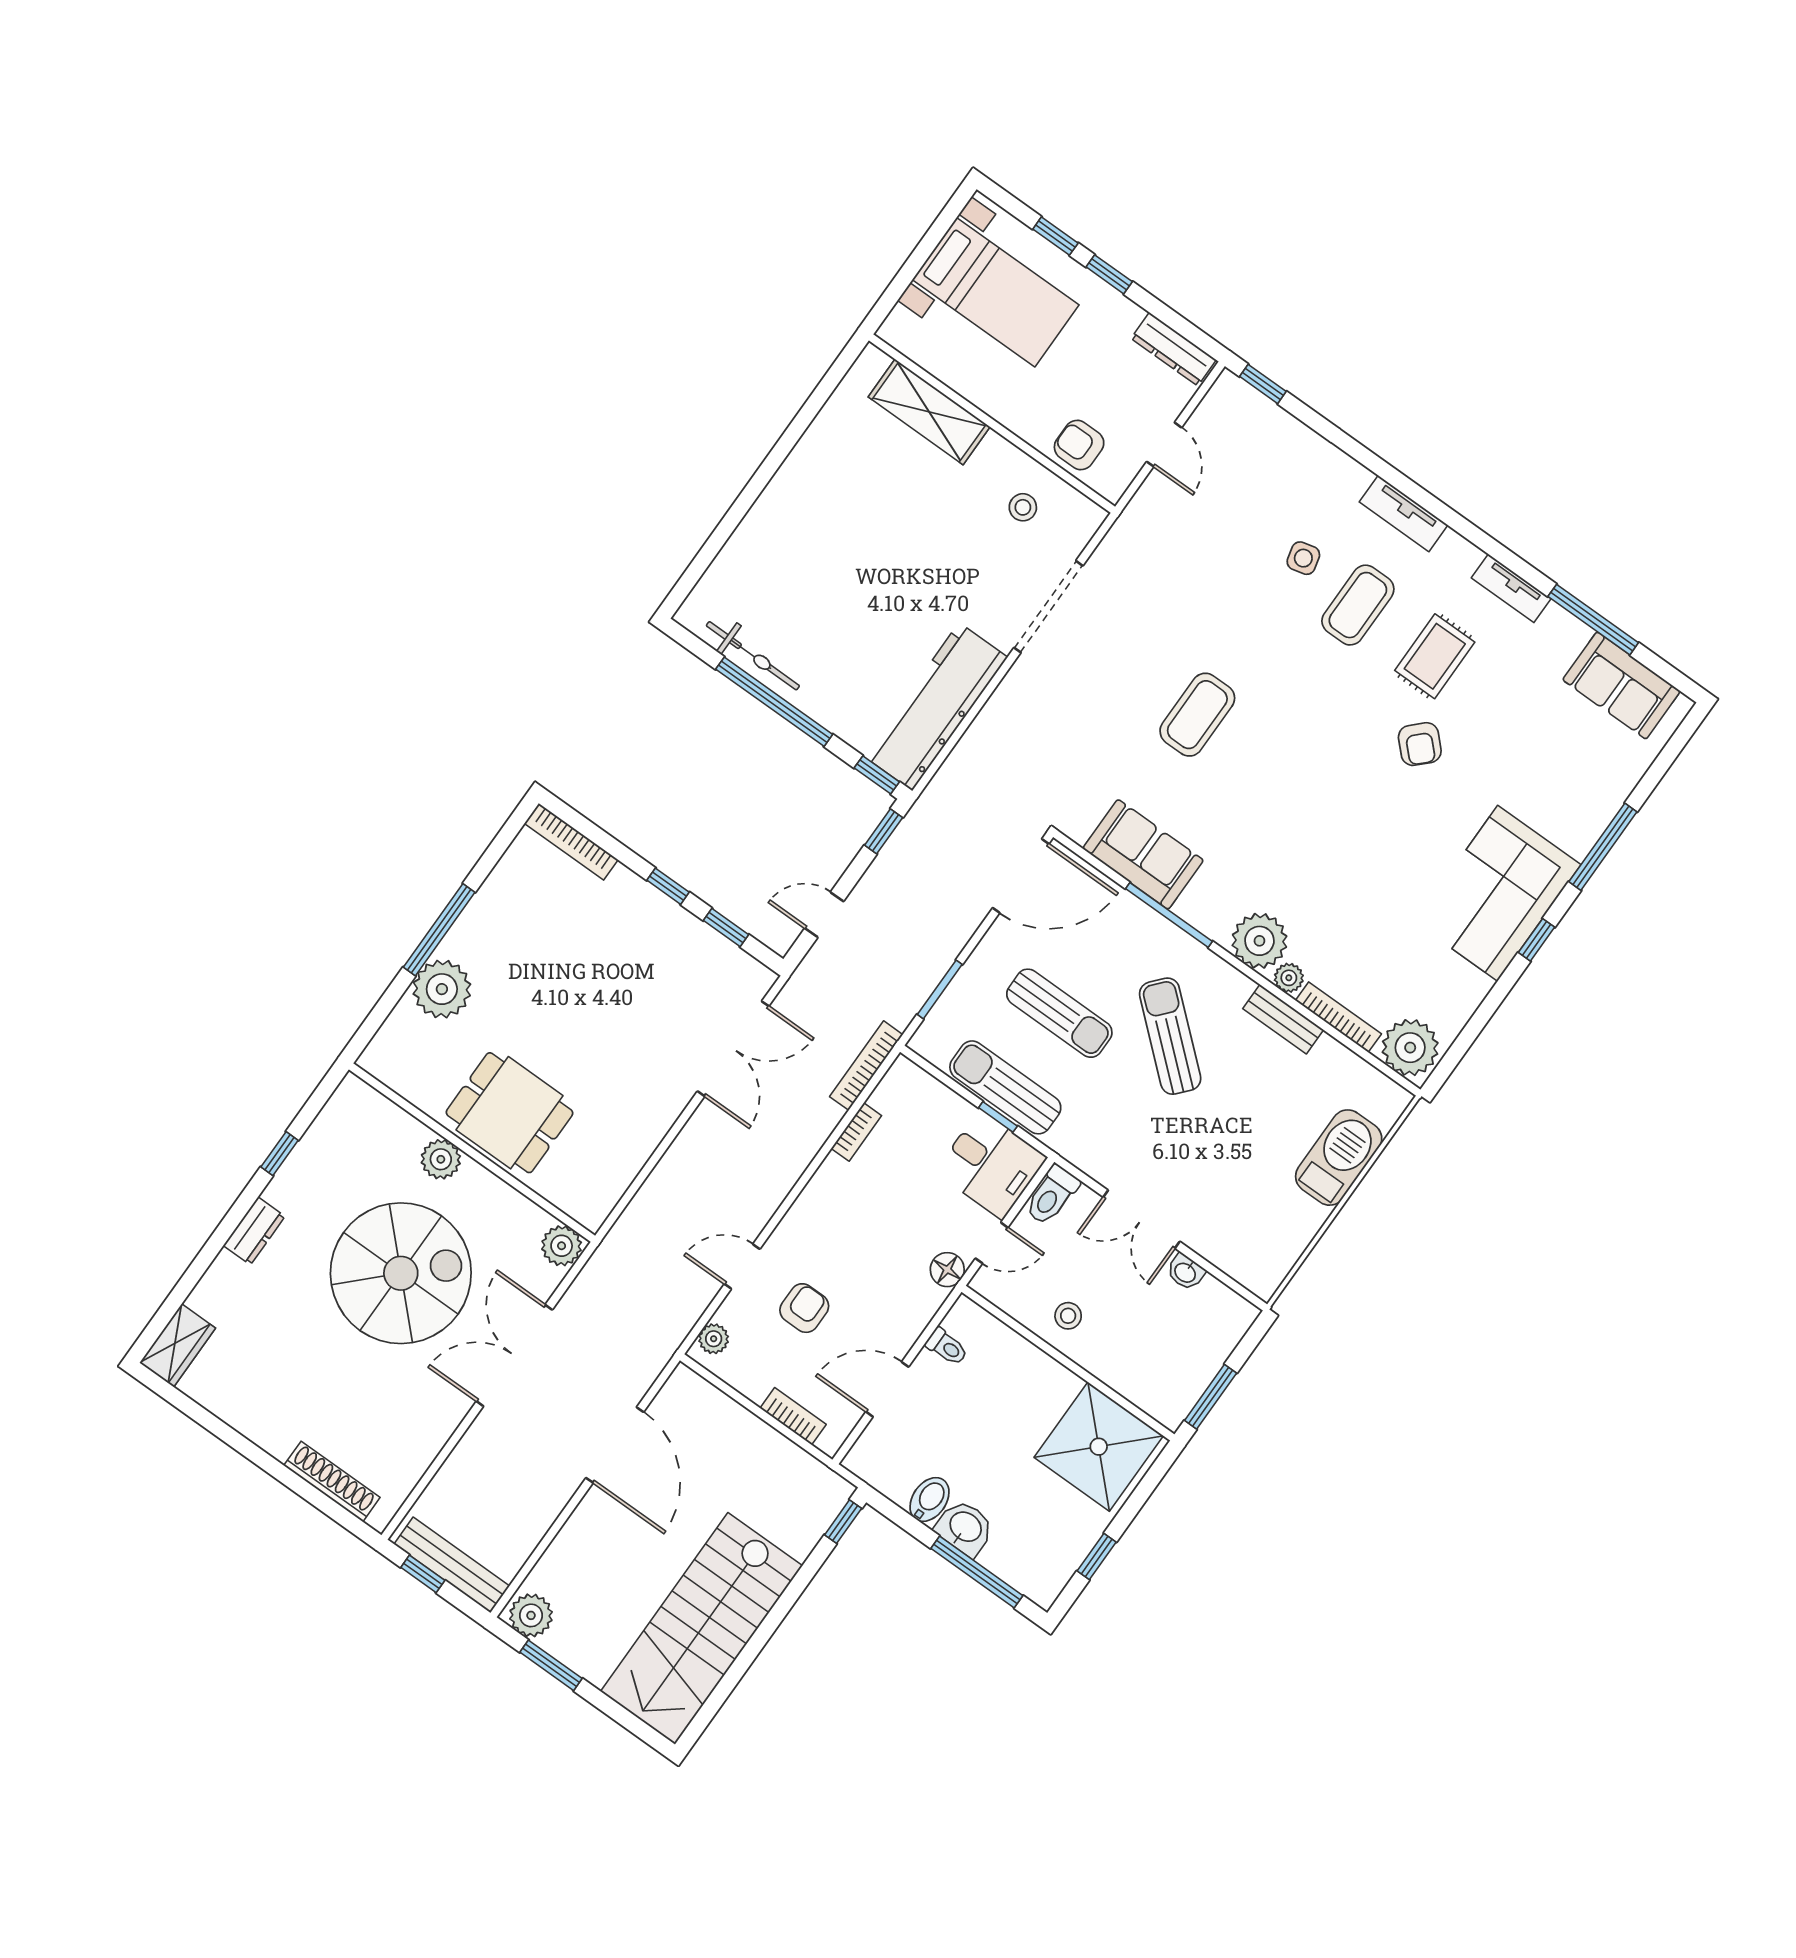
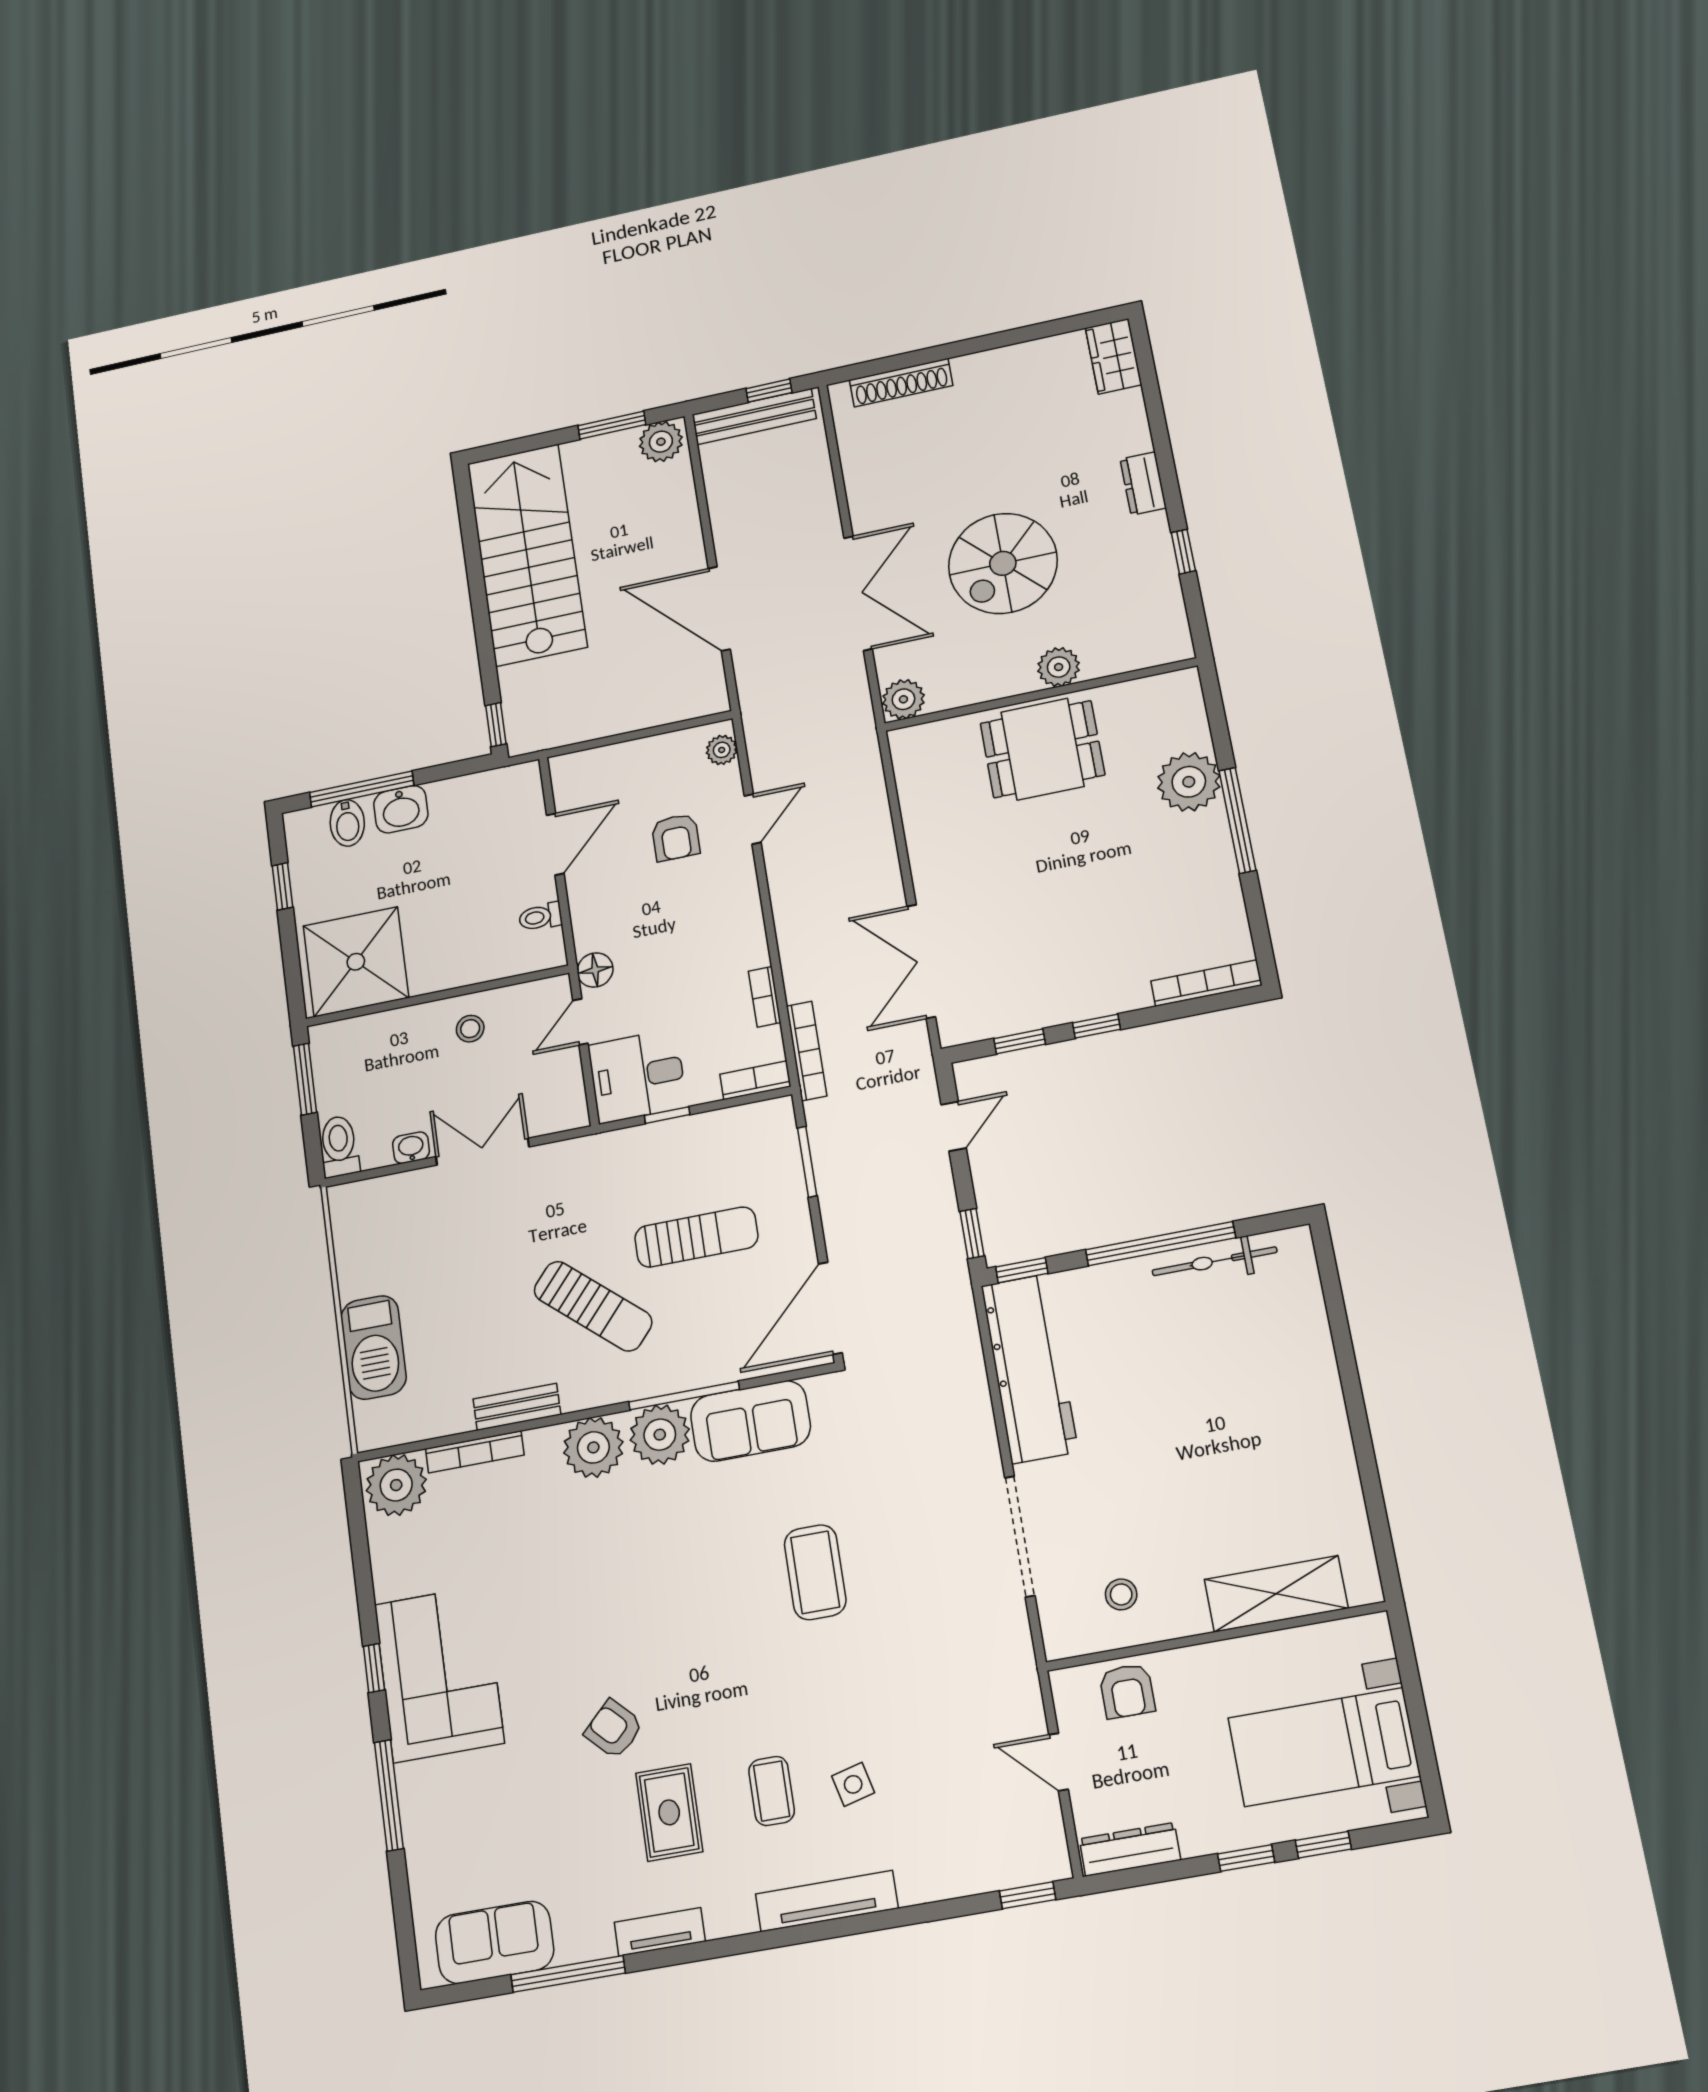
armchair: (1079, 445) -> (1127, 1691), turned 90
tv unit: (1404, 514) -> (827, 1901), width x1.41
coffee table: (1358, 605) -> (772, 1791), width x0.73, depth x0.77
plant: (1289, 978) -> (660, 1435), moved, width x1.87, depth x1.87
sun lounger: (1059, 1013) -> (696, 1237), turned 180
sun lounger: (1005, 1087) -> (683, 1142), removed
toilet: (1052, 1195) -> (339, 1146), moved
spiral stairs: (401, 1273) -> (1003, 563), width x0.73, depth x0.73
bookcase: (793, 1416) -> (755, 1080), moved, turned 180
bidet: (929, 1500) -> (347, 823), moved

